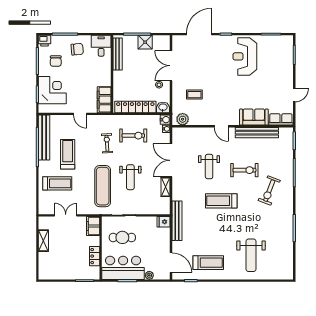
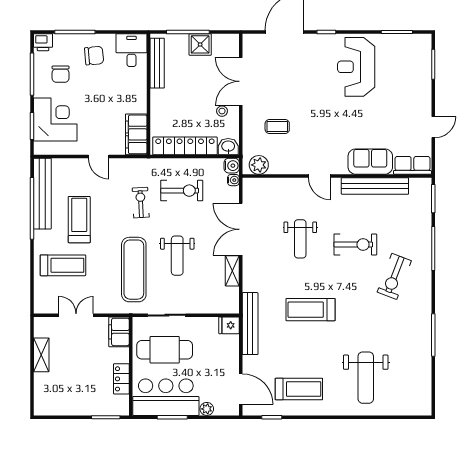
treadmill: (221, 201) -> (311, 310), moved
cafe table: (122, 237) -> (165, 350), width x1.37, depth x1.35

